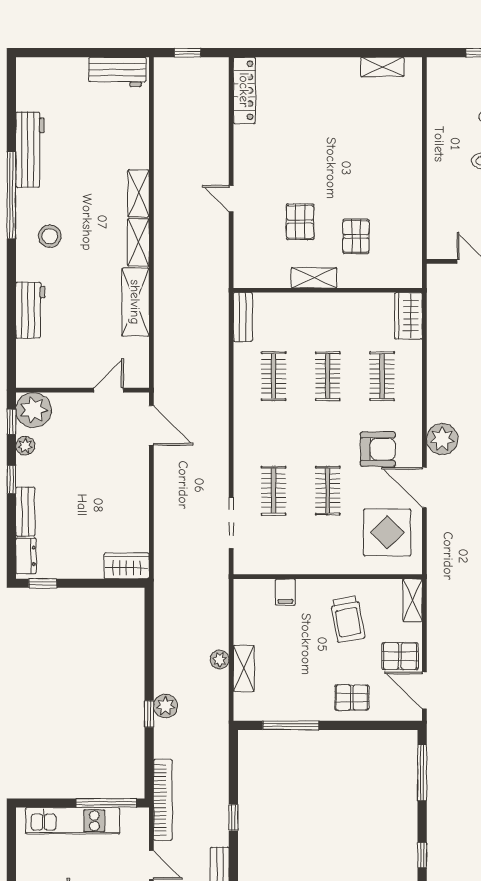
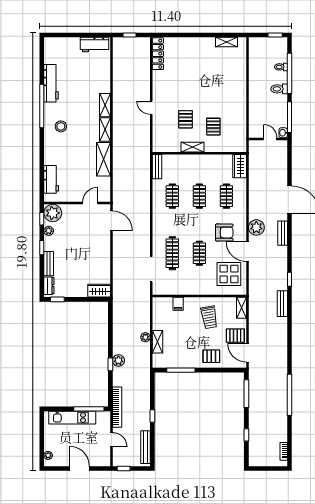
workbench: (30, 310) -> (51, 179), moved
clothes rail: (274, 491) -> (172, 253), width x1.36

